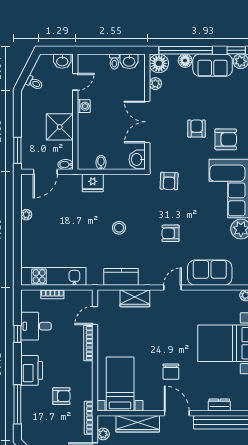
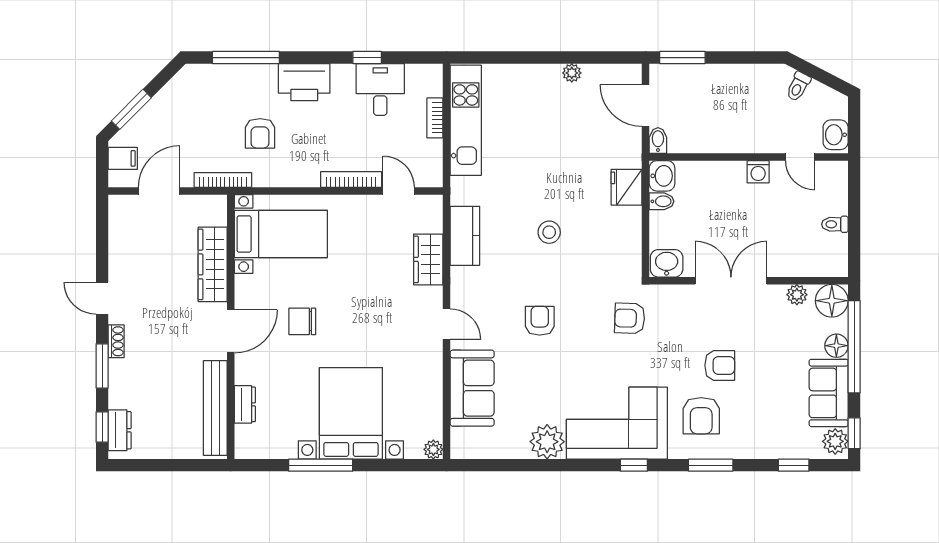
washbasin: (129, 61) -> (662, 176), moved, turned 180
shower: (60, 127) -> (723, 131), removed
plant: (103, 434) -> (195, 205), removed

